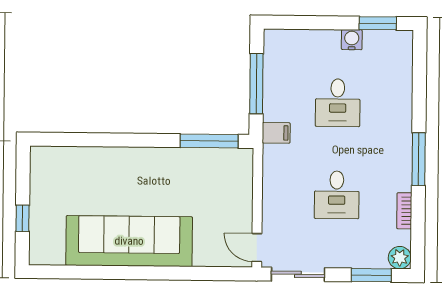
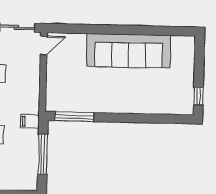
window: (23, 218) -> (198, 96), moved
door: (257, 248) -> (44, 46), hinge flipped

